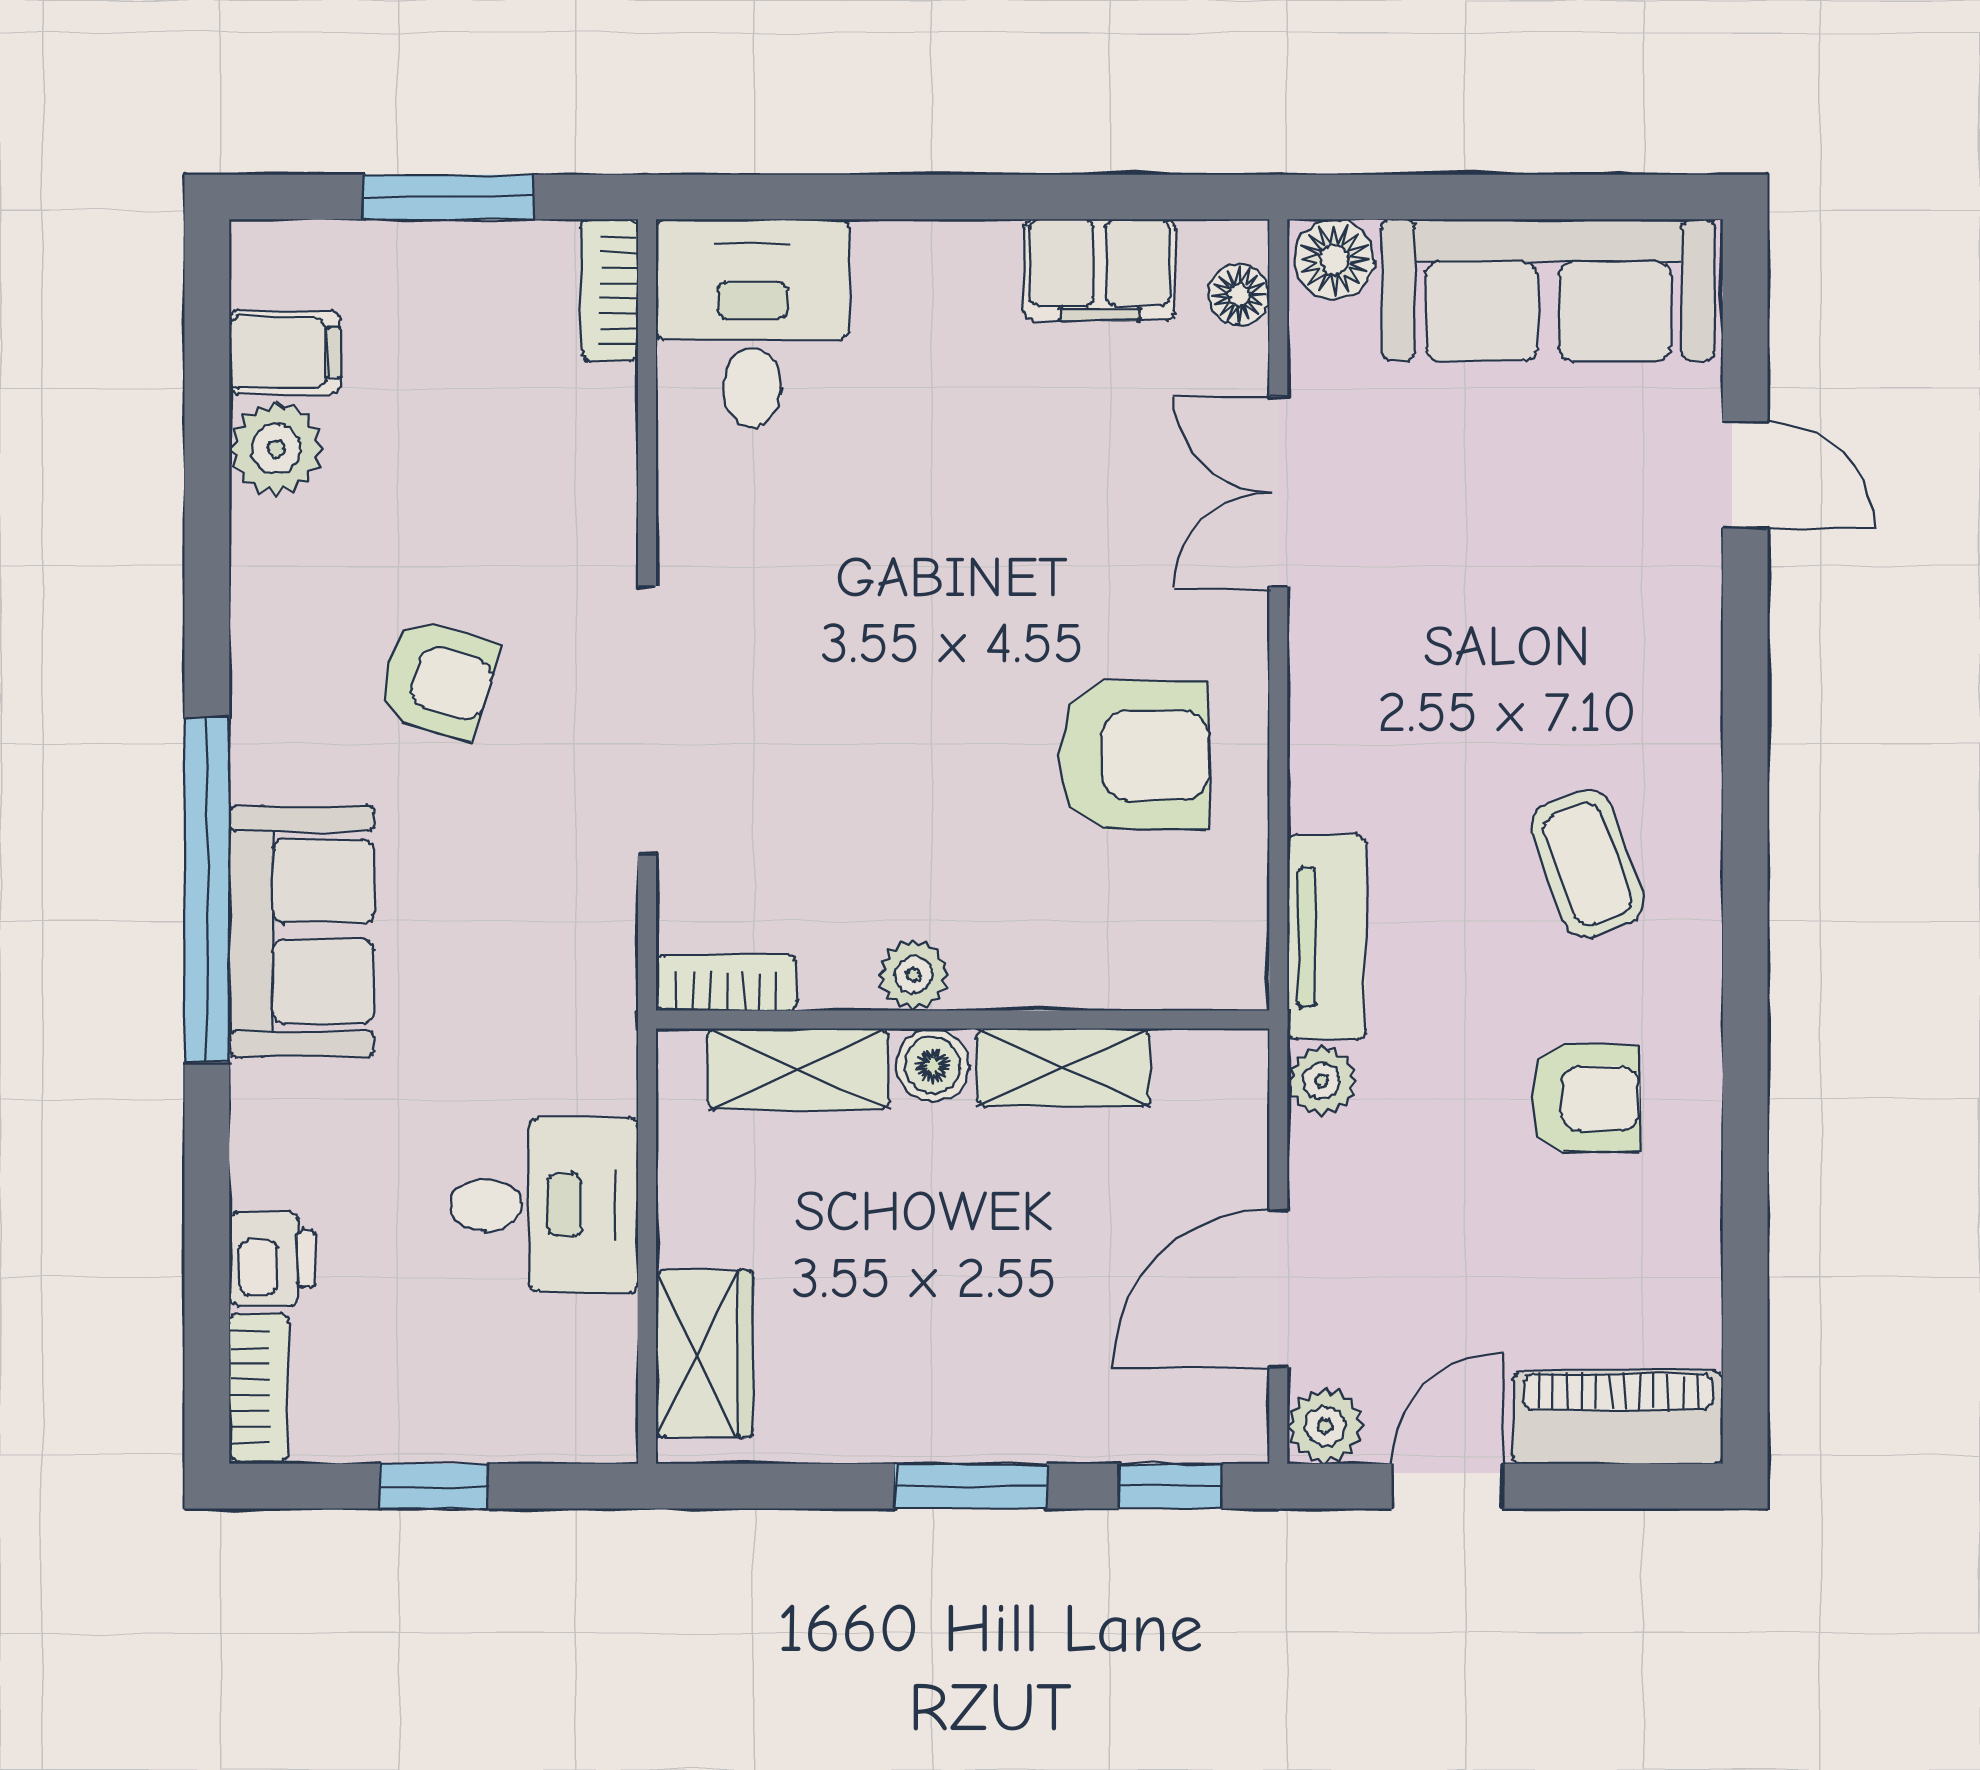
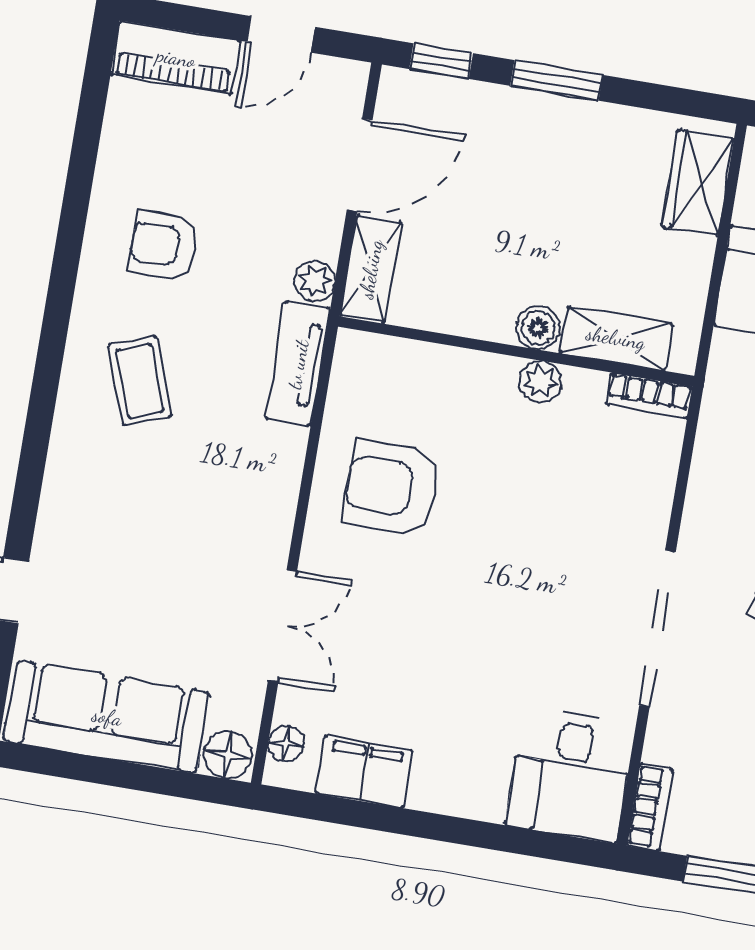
doorway: (647, 720) -> (657, 629), moved
shelving: (1063, 1067) -> (371, 269), moved, turned 90
plant: (1325, 1426) -> (346, 81), removed

